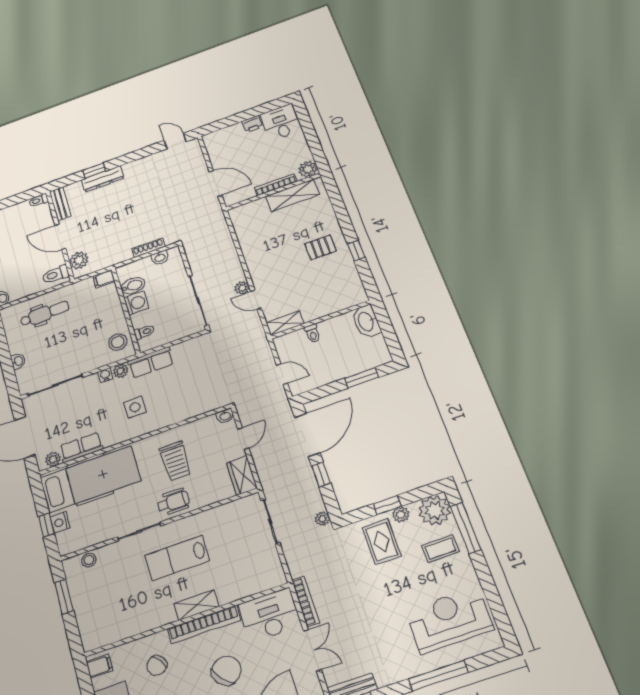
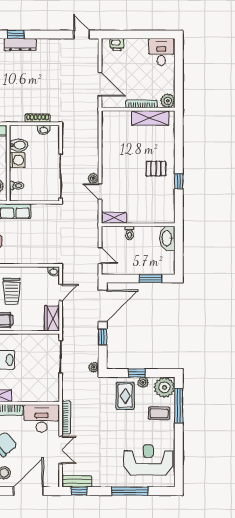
printer: (252, 124) -> (117, 45), moved

